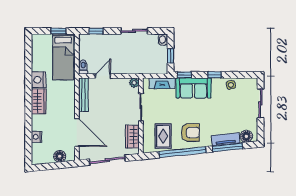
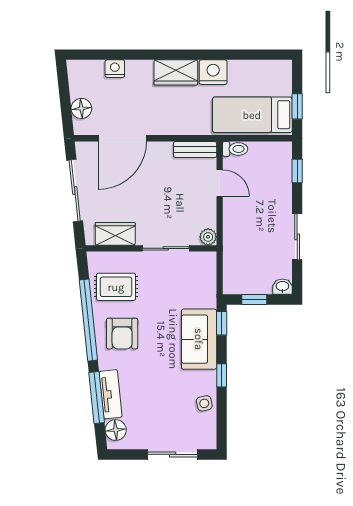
fireplace: (162, 83) -> (207, 285), removed
bench: (83, 95) -> (195, 150), width x0.73

